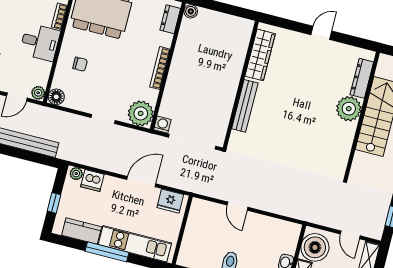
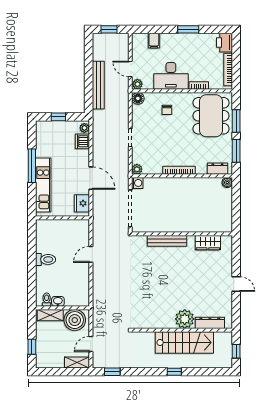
desk: (40, 42) -> (171, 76), width x1.37
wardrobe: (260, 55) -> (208, 243), width x0.67
plant: (141, 113) -> (137, 169), width x0.53, depth x0.53
kitchen counter: (82, 231) -> (43, 143), removed

